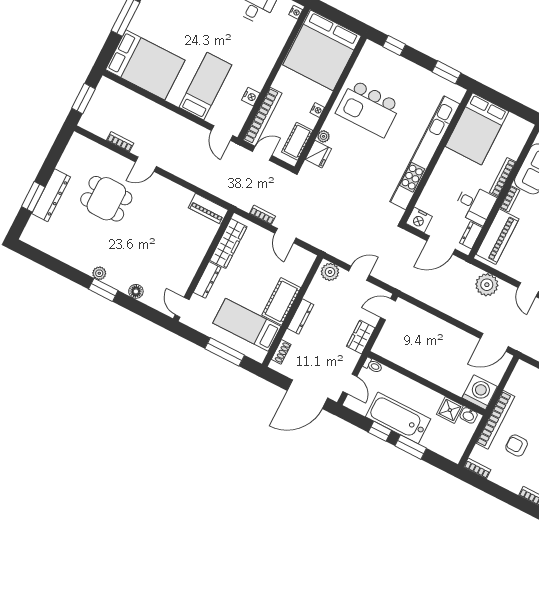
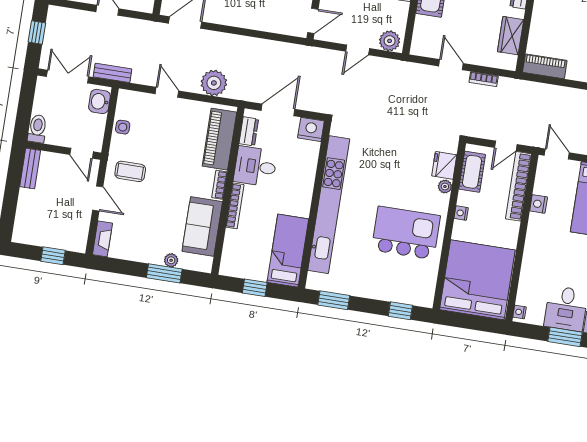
window: (508, 104) -> (255, 288), added
bed: (477, 129) -> (288, 251), width x0.67
wardrobe: (228, 244) -> (511, 36), width x0.67

